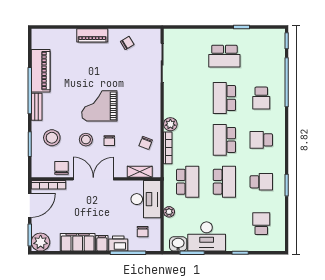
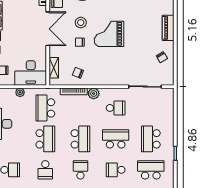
school desk: (261, 56) -> (151, 170), added
school desk: (188, 98) -> (116, 108), added
grand piano: (99, 106) -> (109, 34), turned -90
school desk: (224, 140) -> (80, 139), turned 90
school desk: (188, 182) -> (45, 108), turned 90
school desk: (224, 182) -> (45, 139), turned -90

